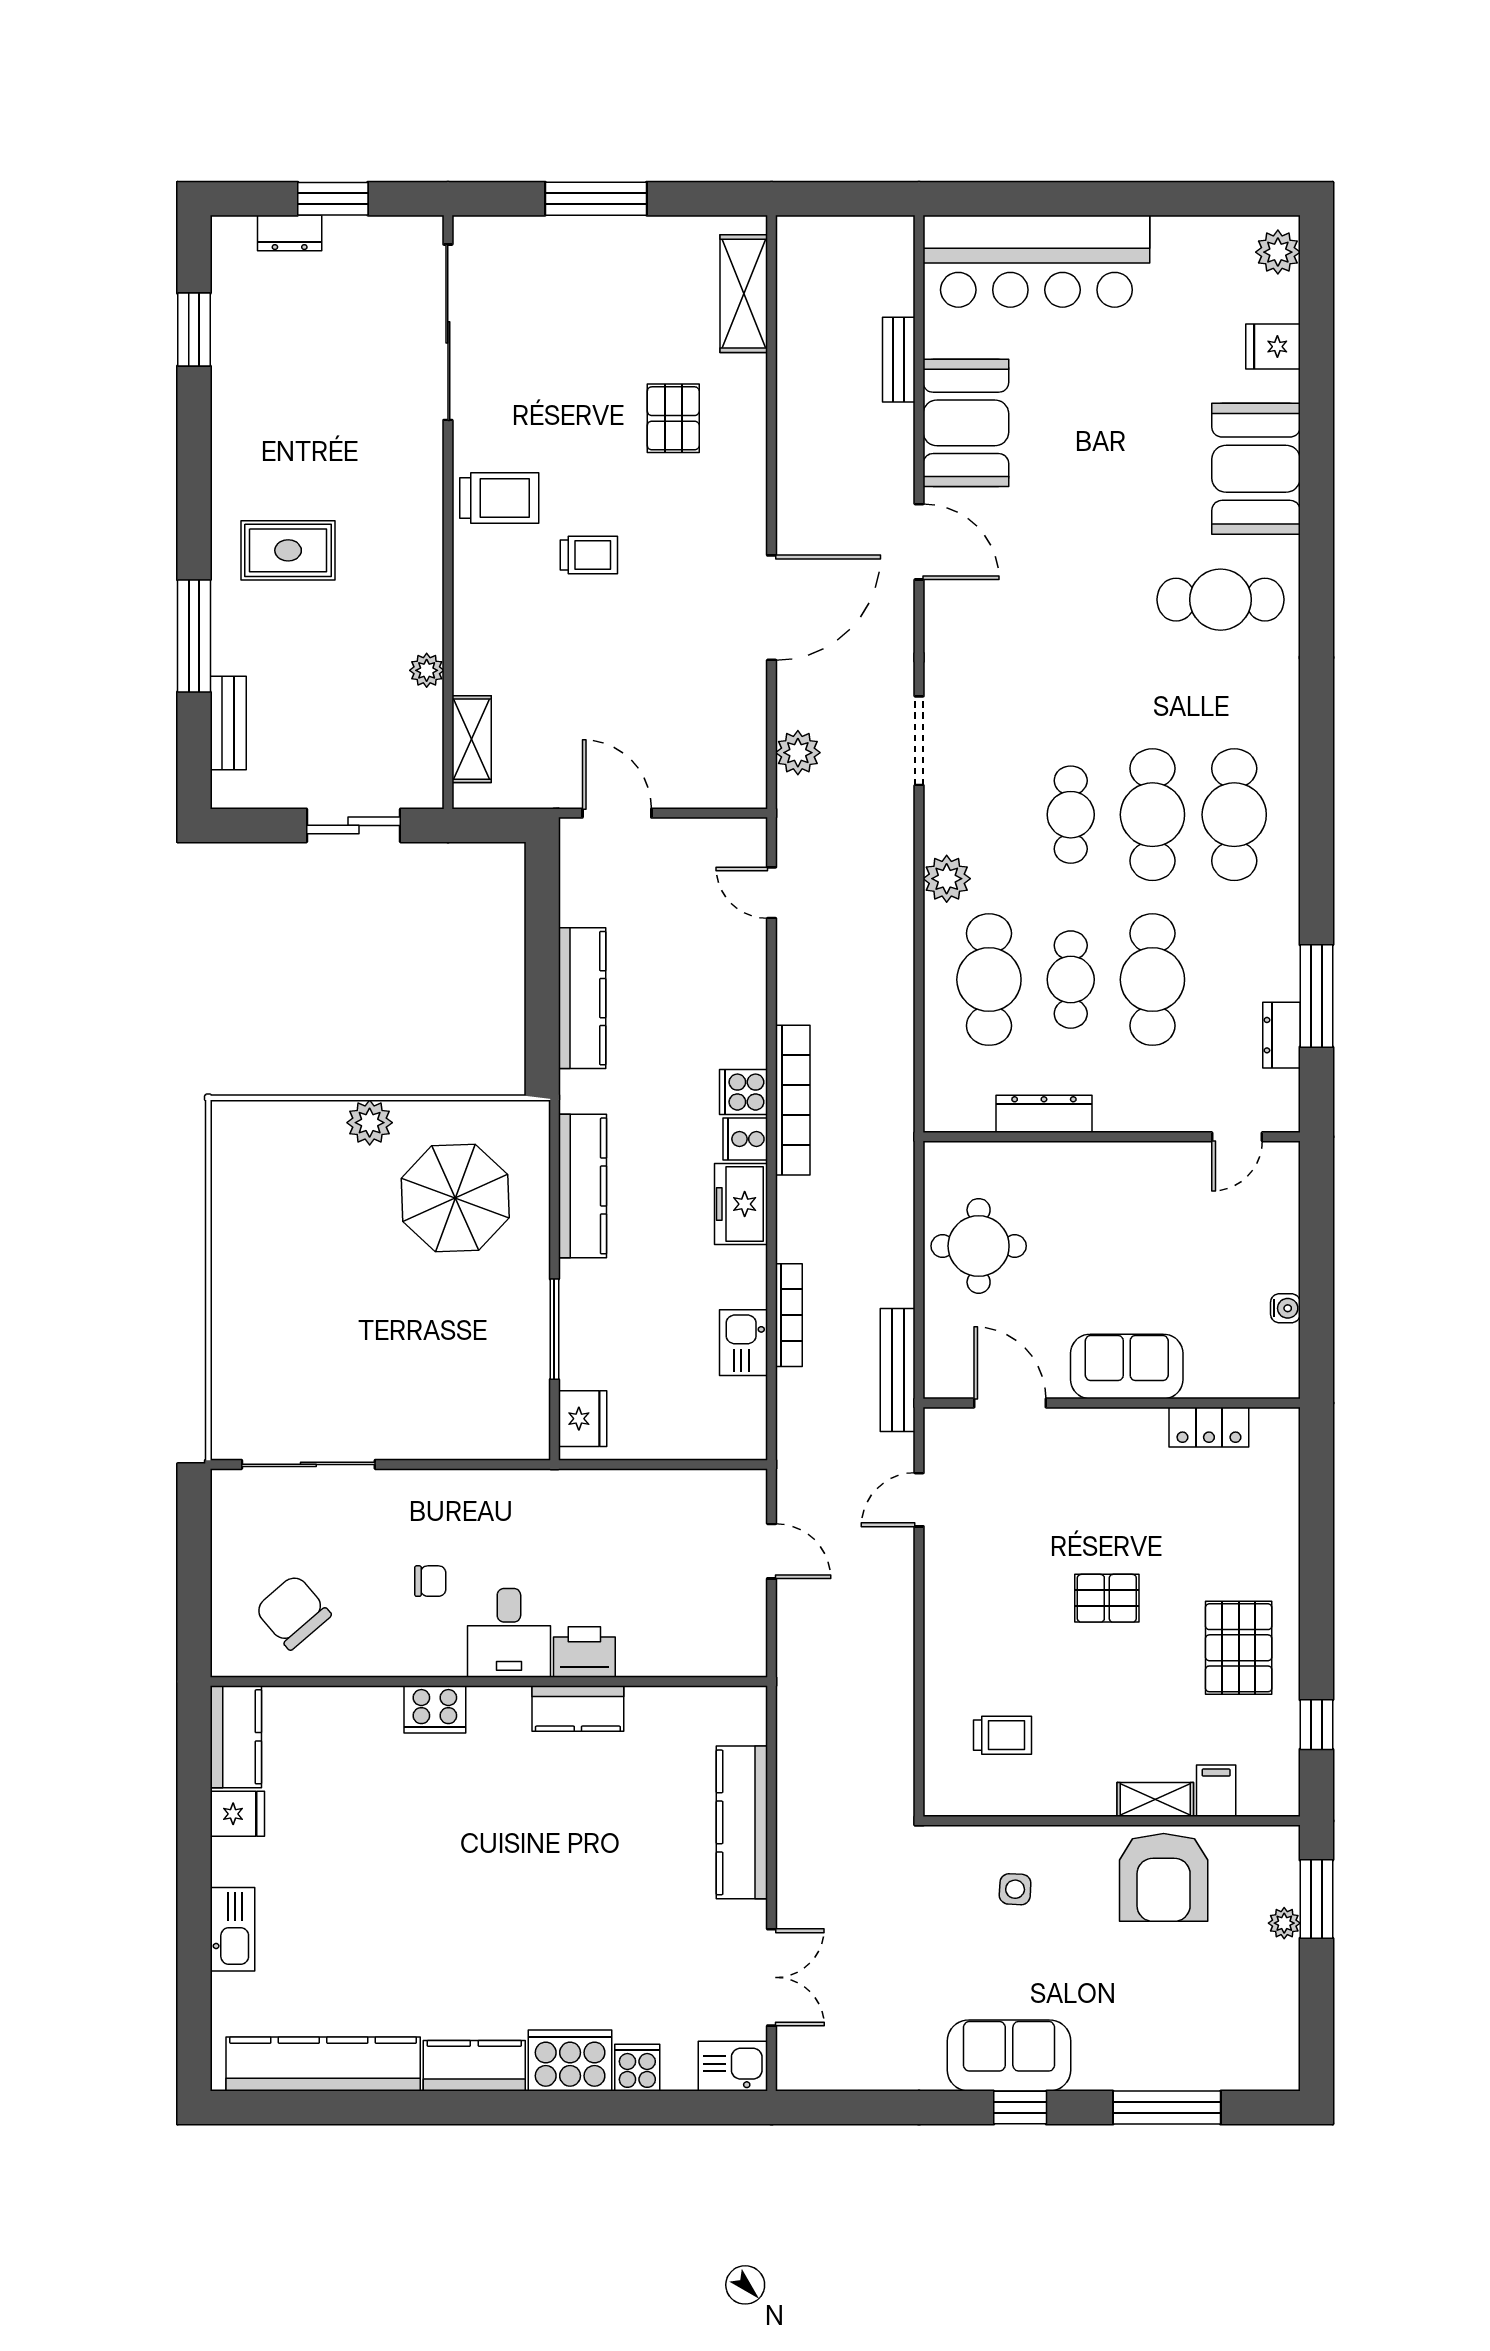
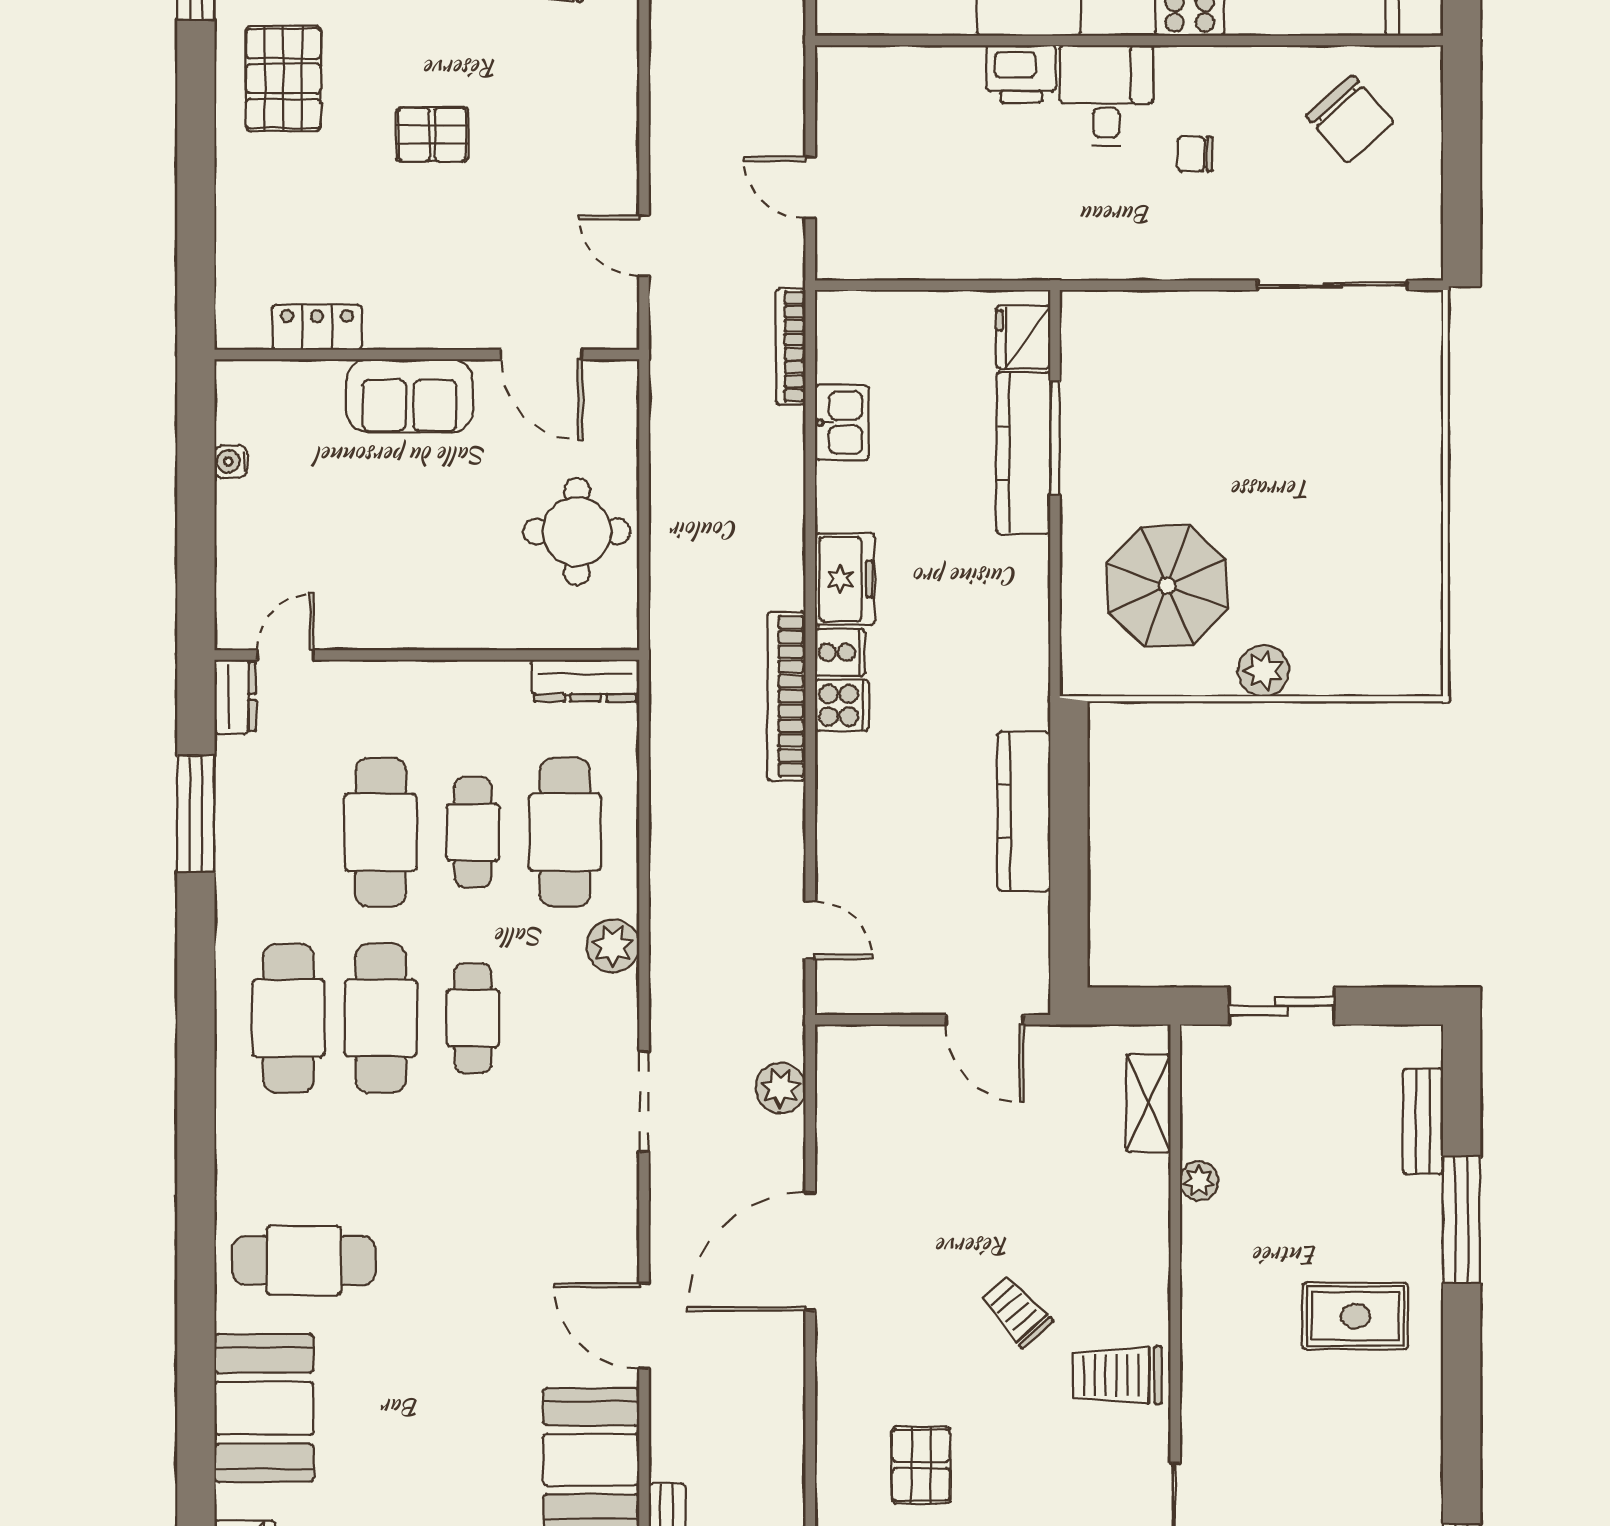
trolley: (589, 555) -> (1016, 1311), turned 48
dresser: (1281, 1035) -> (235, 697), moved
dresser: (1044, 1114) -> (585, 681), moved
kitchen counter: (582, 1186) -> (1023, 453), moved
bookcase: (789, 1315) -> (791, 347), moved
bench: (898, 1370) -> (668, 392), removed
door: (919, 1500) -> (644, 246), swing flipped

